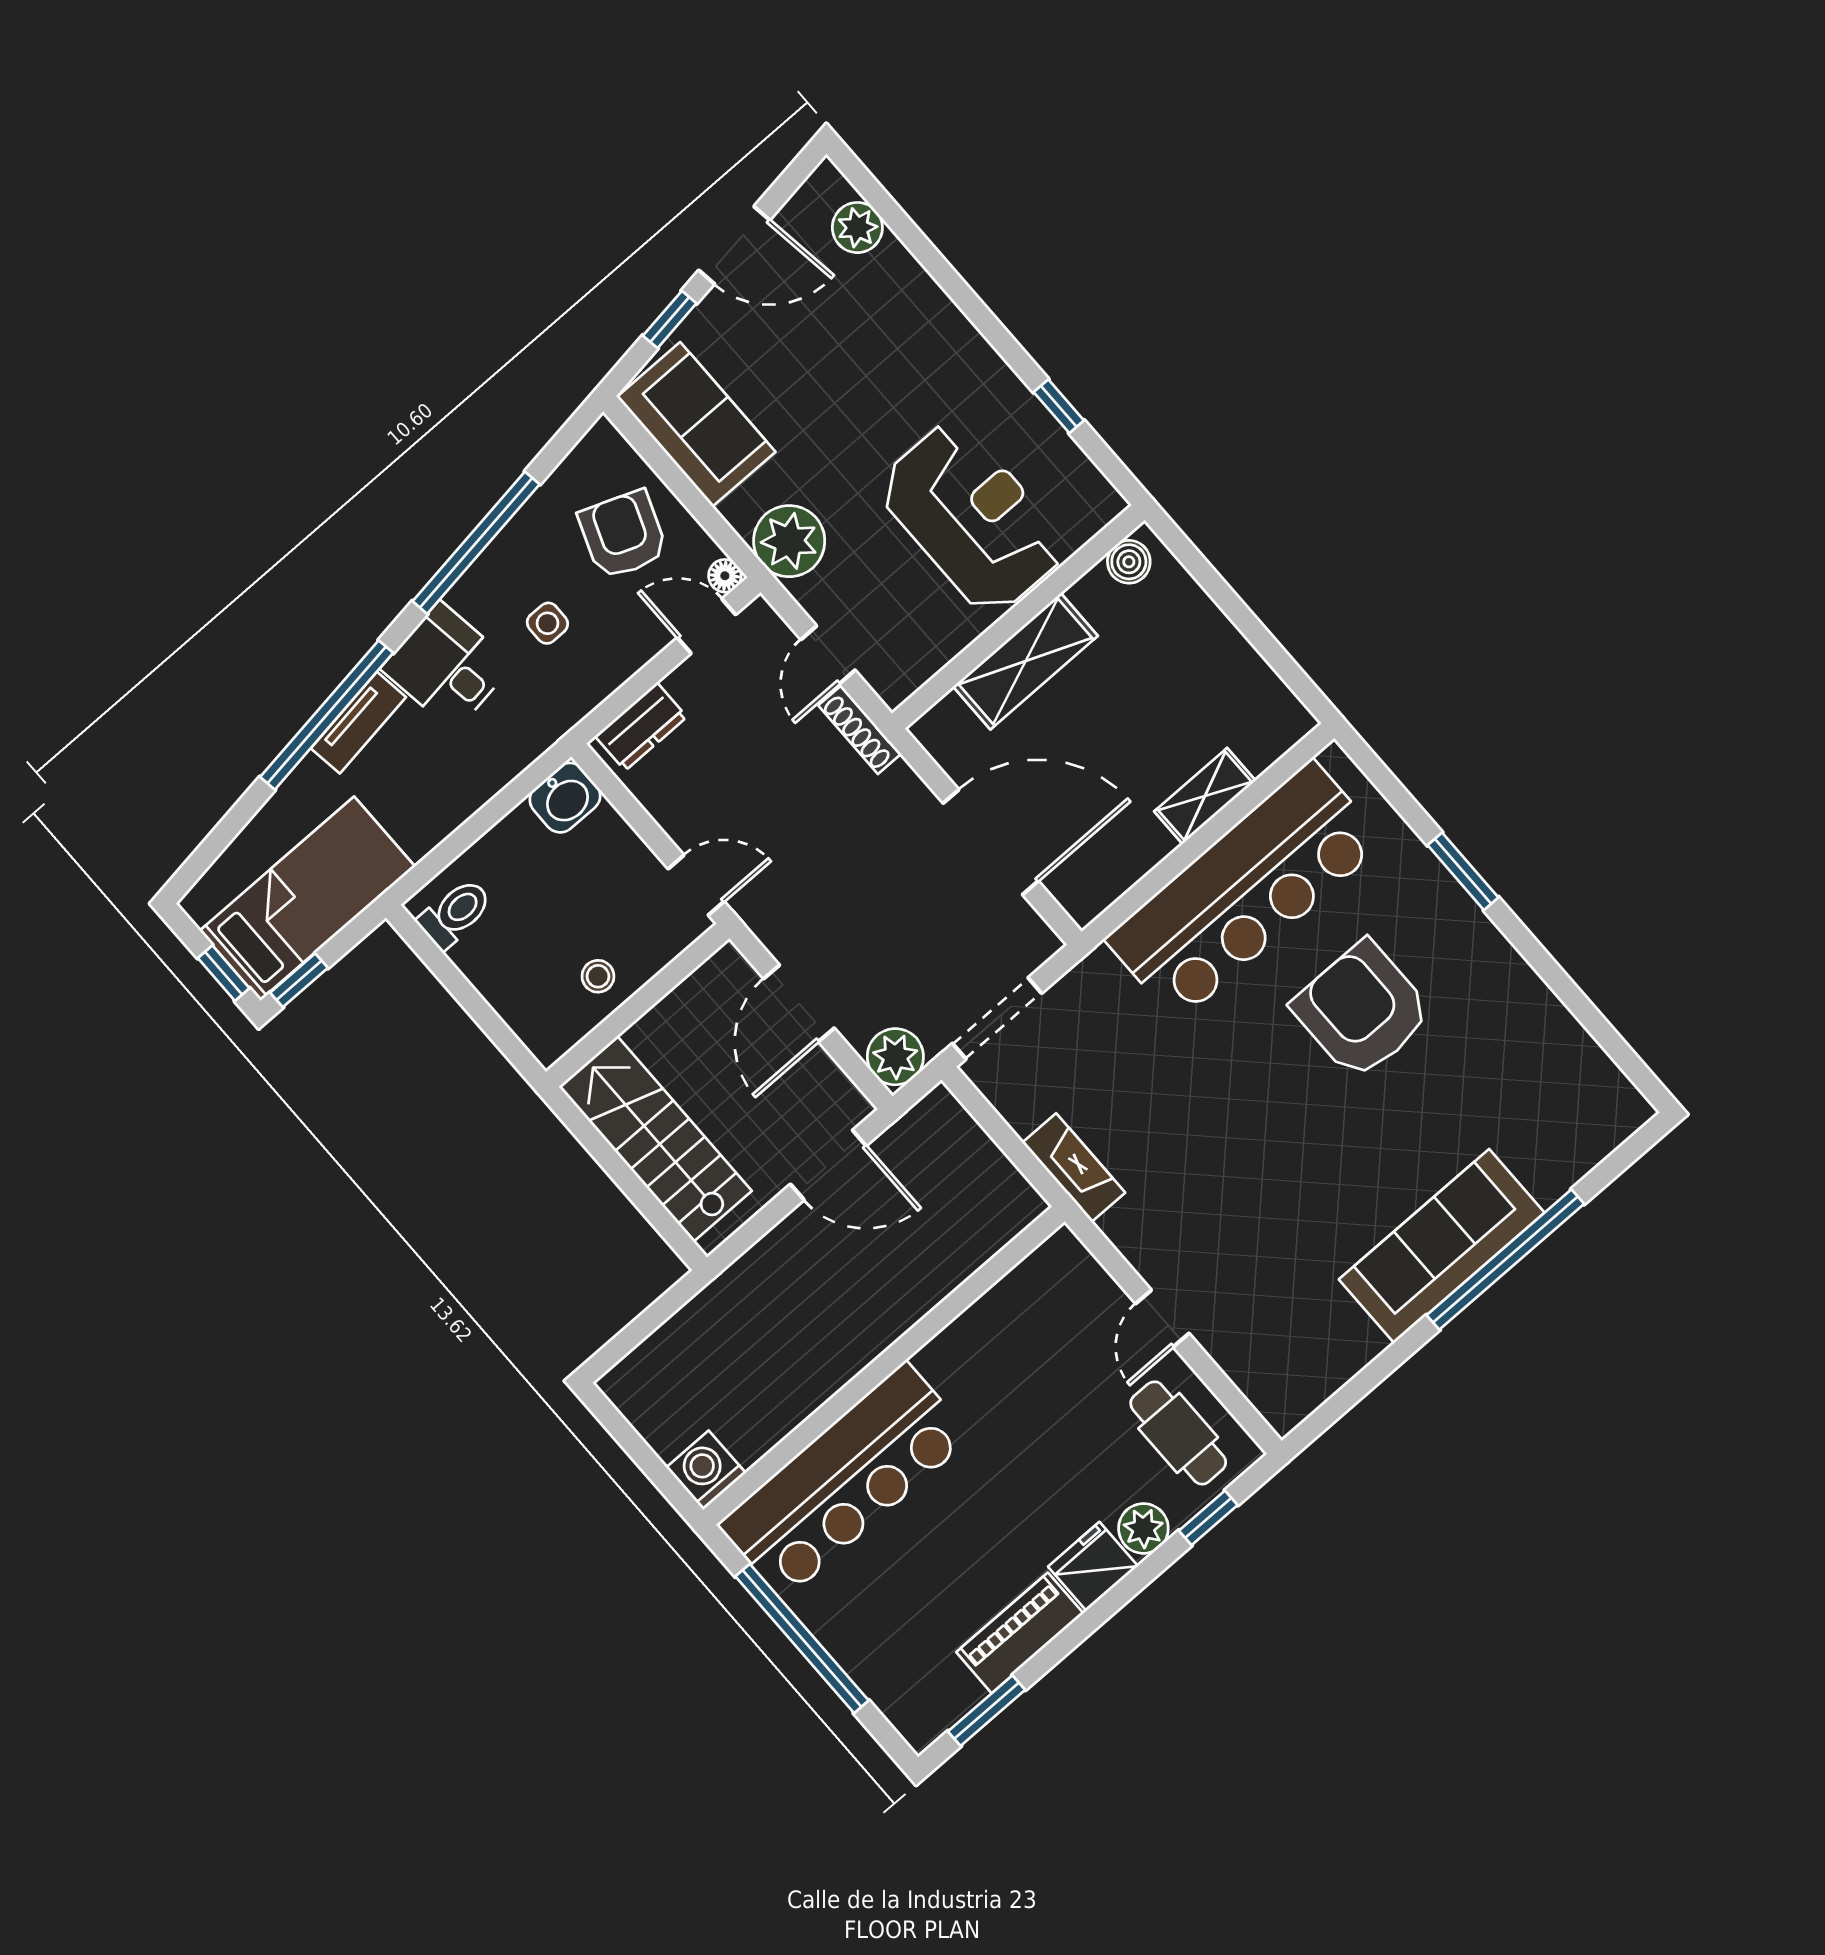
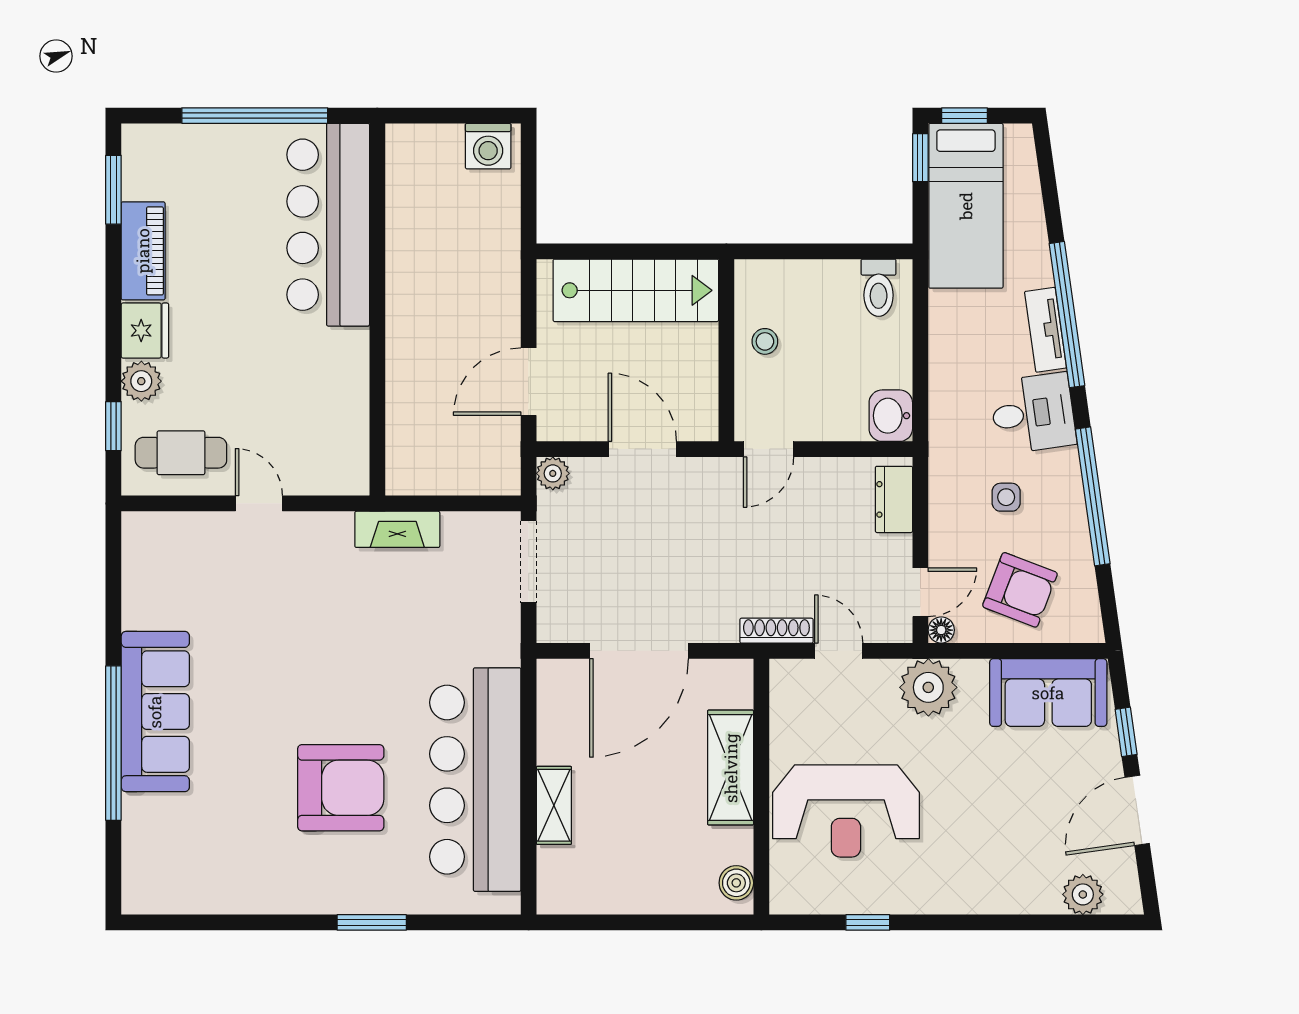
plant: (895, 1057) -> (553, 473), width x0.73, depth x0.73
washing machine: (706, 1470) -> (488, 146), moved, turned 90

